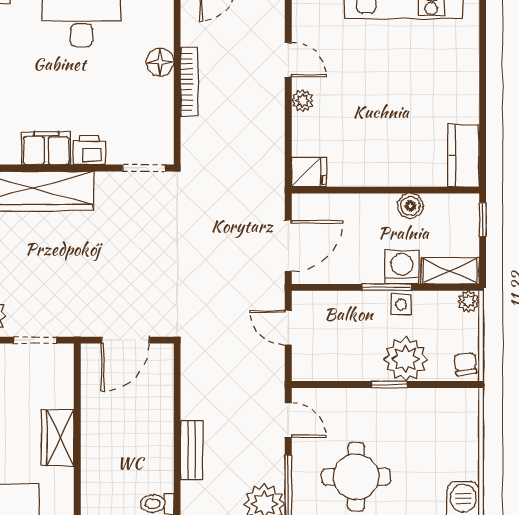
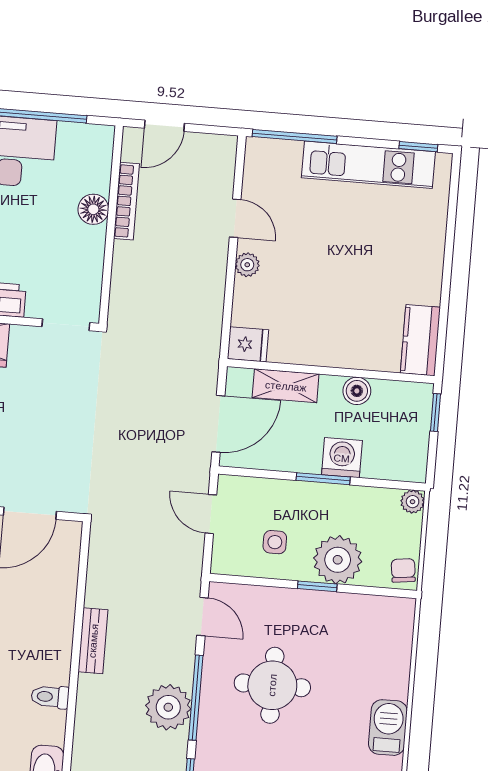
bookcase: (189, 82) -> (127, 201), moved
shelving: (450, 271) -> (286, 386), moved
side table: (401, 305) -> (275, 542), moved

